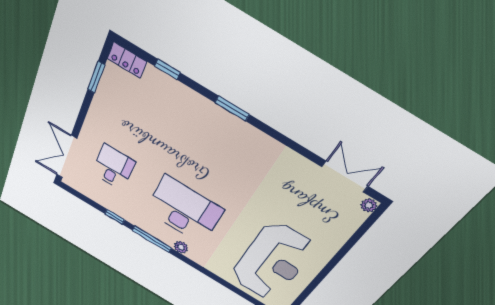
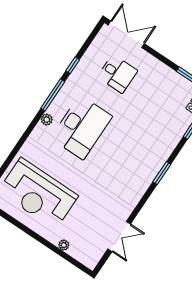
double door: (345, 177) -> (119, 236), moved
plant: (369, 205) -> (64, 245), moved

